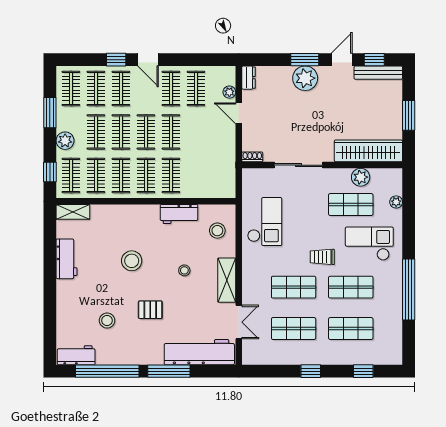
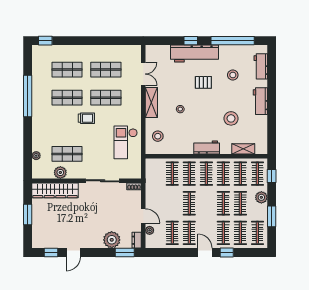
window: (305, 60) -> (125, 252), moved
bench: (378, 73) -> (48, 244), removed
plant: (305, 78) -> (112, 240), moved
clothes rail: (146, 132) -> (172, 174), moved
shelving: (73, 212) -> (243, 149), moved
workbench: (179, 214) -> (207, 147), moved
checkout: (369, 244) -> (54, 127), removed
workbench: (67, 259) -> (260, 101), moved
stool: (132, 261) -> (231, 118), moved
double door: (239, 322) -> (143, 74), swing flipped
workbench: (199, 352) -> (195, 53), moved
workbench: (76, 355) -> (261, 66), moved, turned 90
window: (169, 371) -> (191, 41), width x0.46
window: (311, 371) -> (94, 41), removed
window: (363, 371) -> (45, 41), moved

